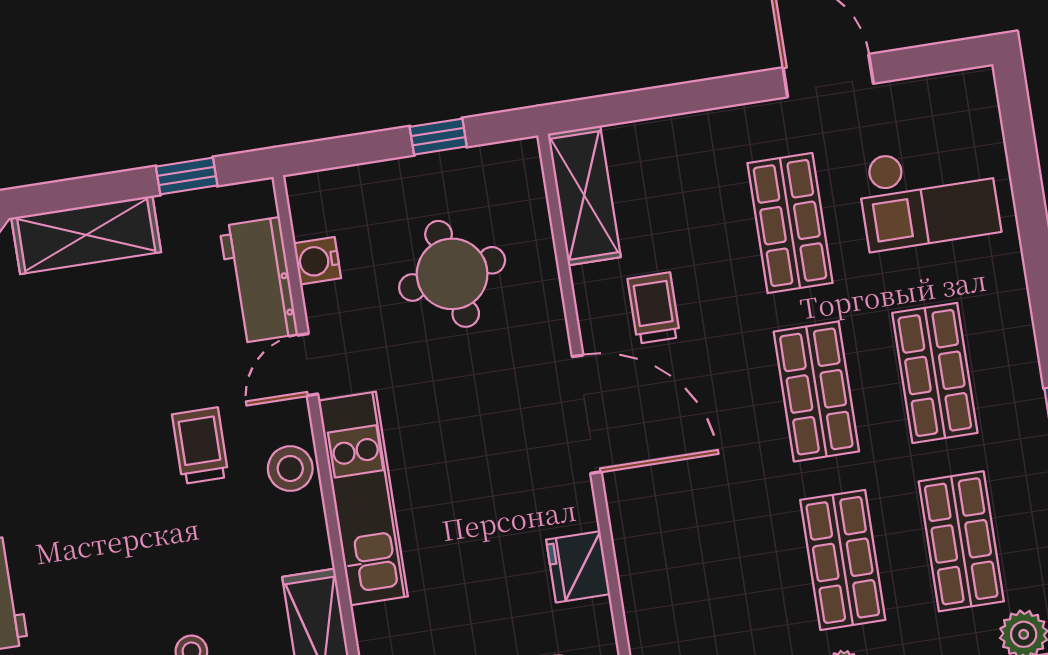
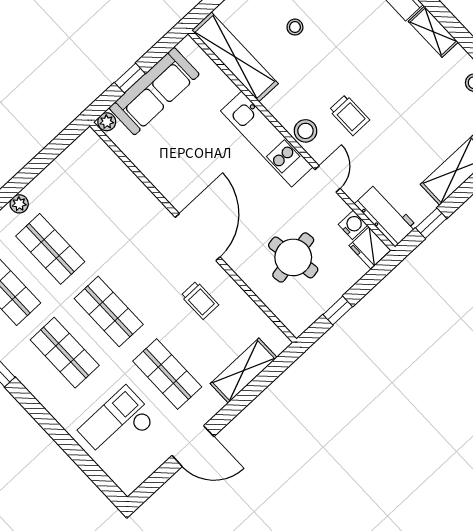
shelving: (584, 195) -> (244, 371), moved, turned 90
workbench: (259, 280) -> (386, 215), moved
door: (587, 414) -> (198, 237), swing flipped
fridge: (578, 567) -> (370, 248), moved, turned 180

